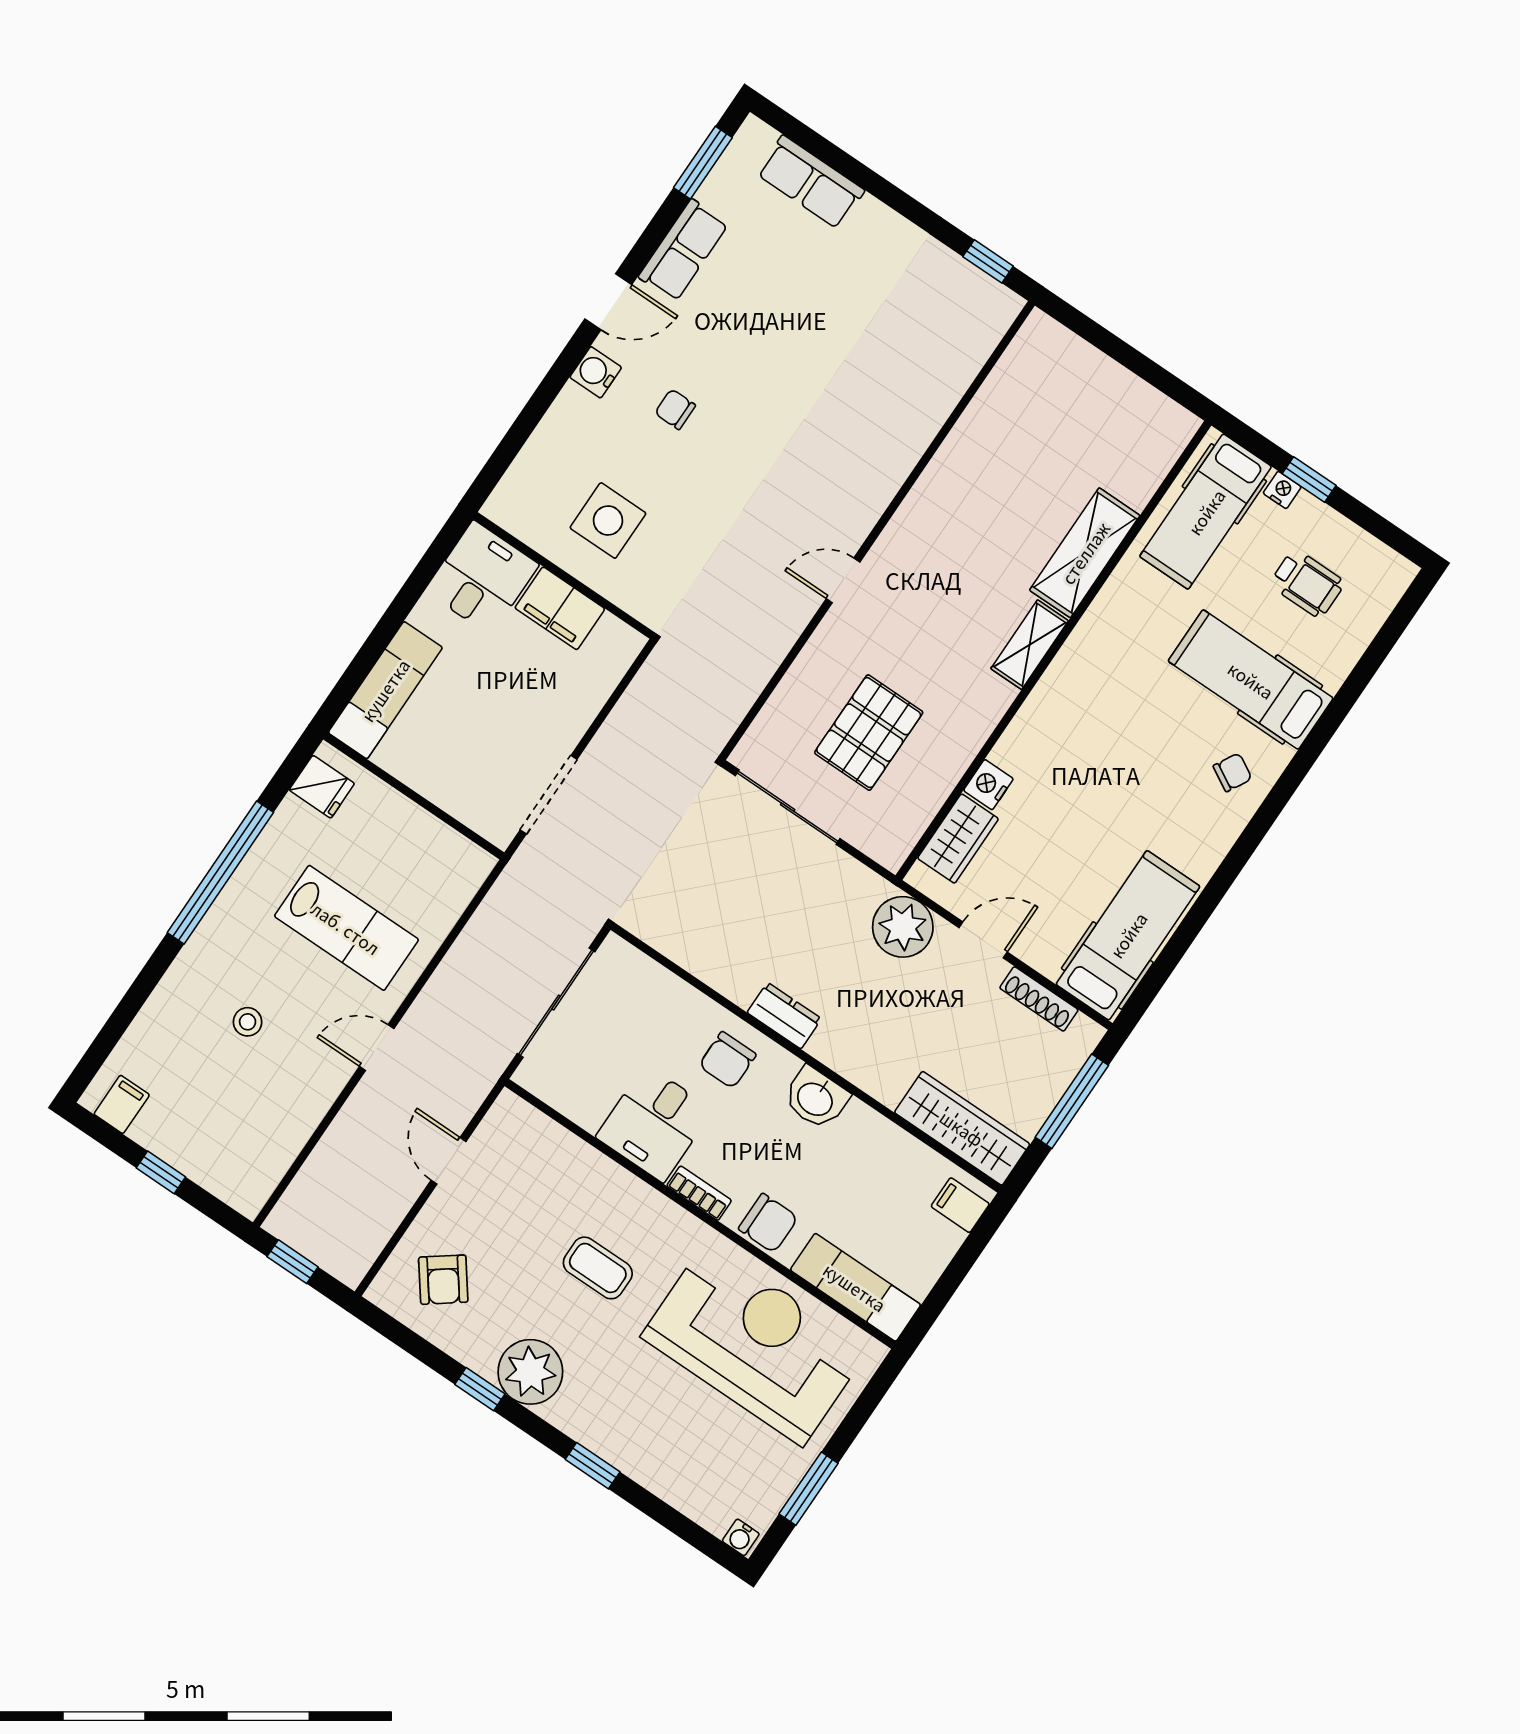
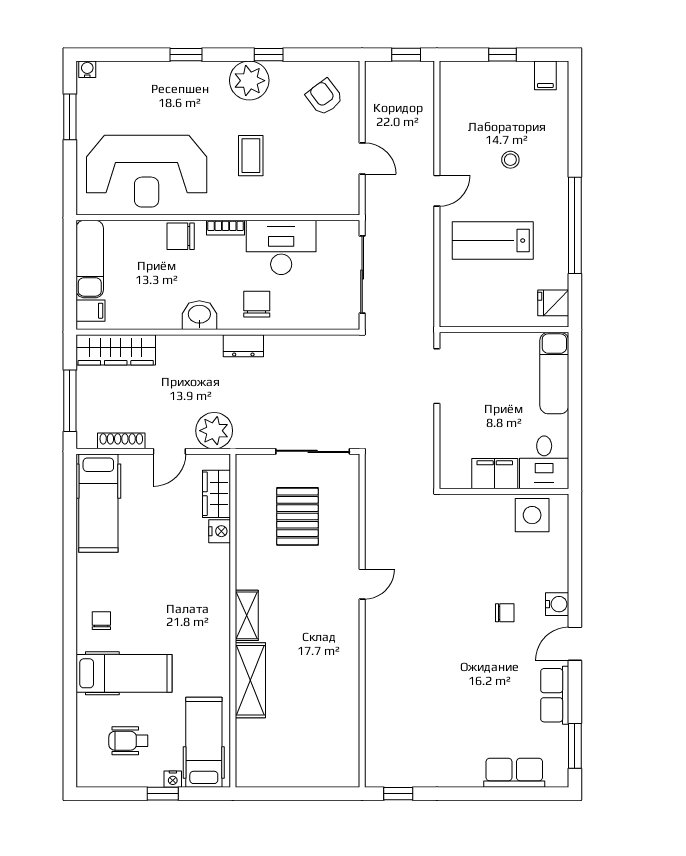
side table: (608, 521) -> (532, 515), moved
chair: (1233, 772) -> (101, 621), turned 151
desk: (654, 1123) -> (281, 247), width x1.37
coffee table: (598, 1268) -> (251, 156), turned 90
exam couch: (855, 1287) -> (90, 259), moved, turned -90

